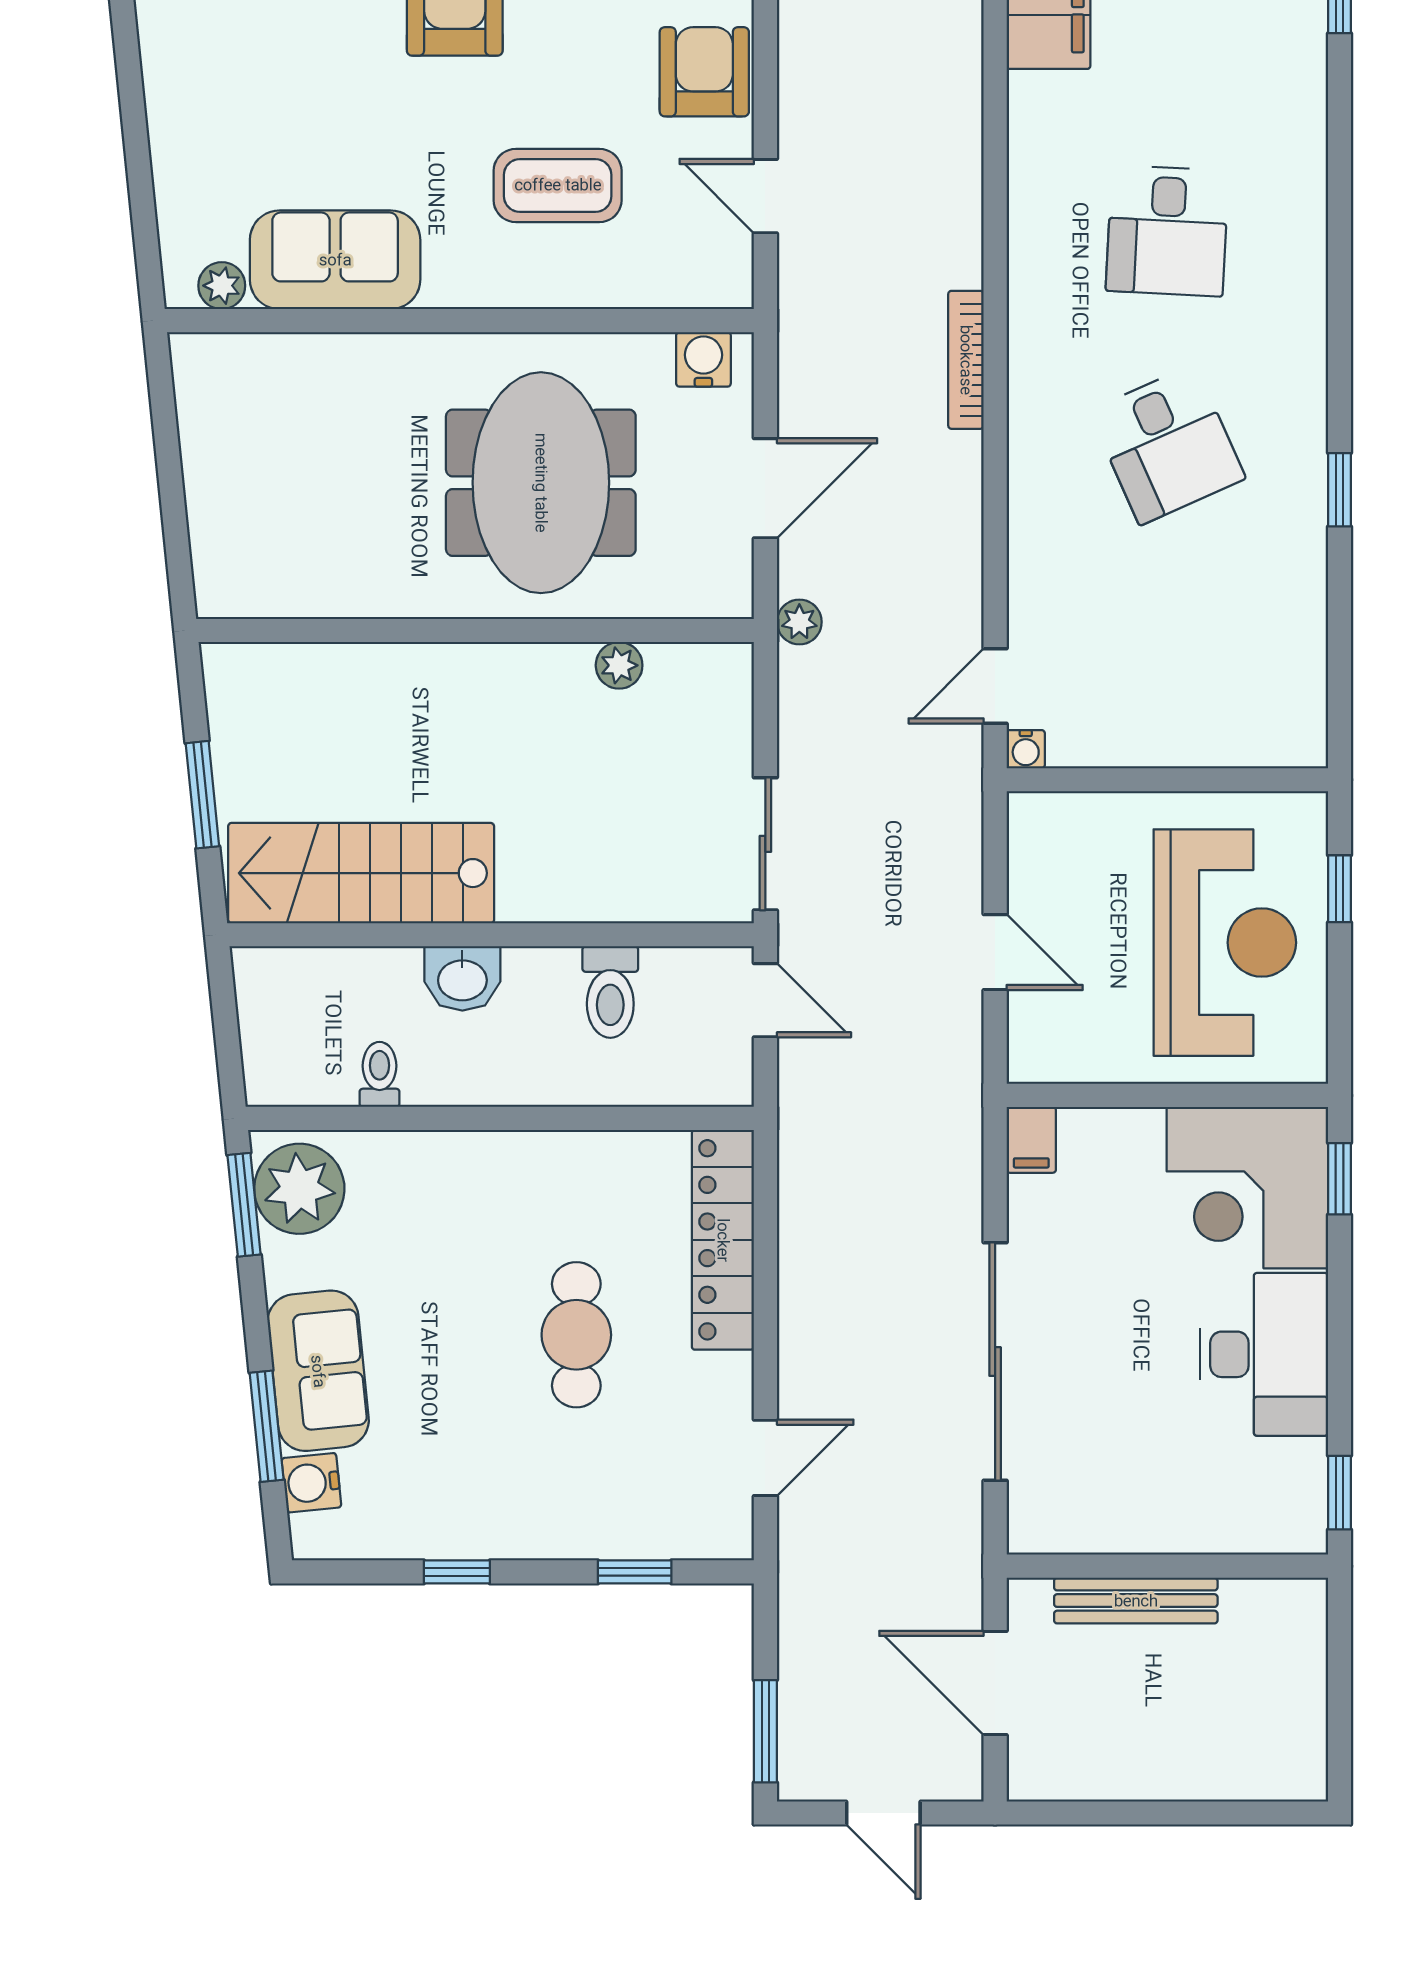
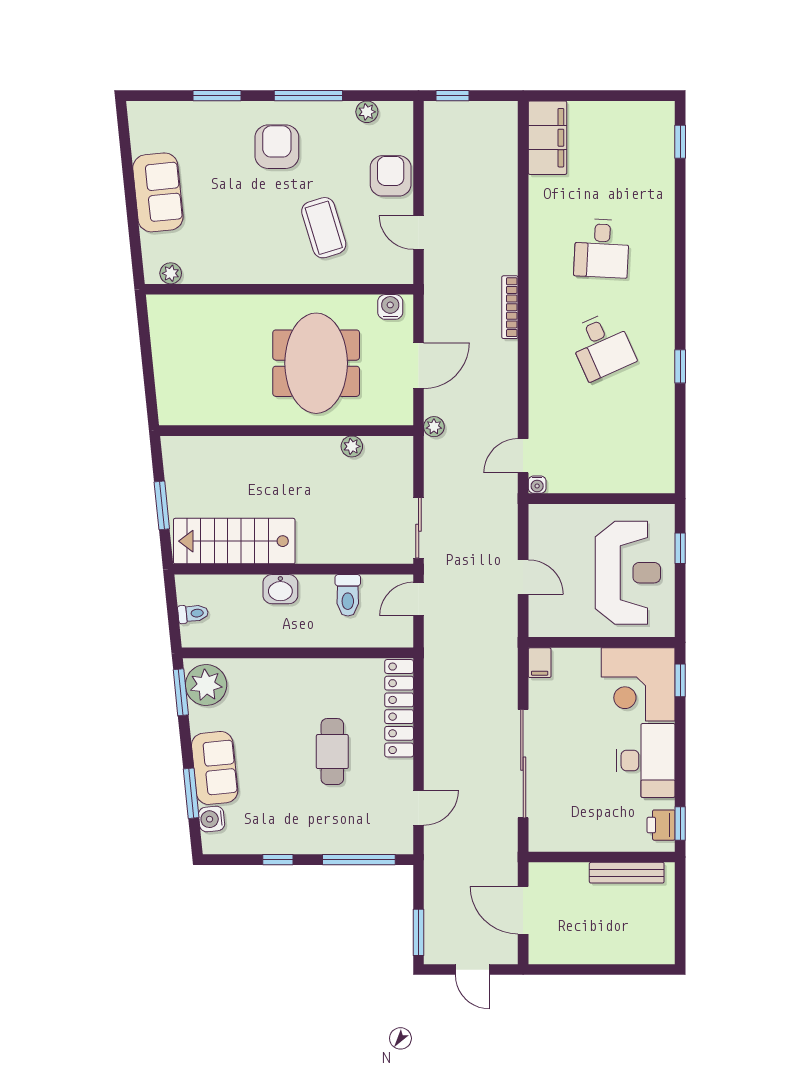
coffee table: (558, 185) -> (324, 228), turned 73
sofa: (335, 260) -> (158, 192), moved, turned 84
door: (765, 1000) -> (419, 599), swing flipped
toilet: (380, 1074) -> (193, 614), moved, turned 84
printer: (1298, 1496) -> (661, 825), added
window: (635, 1572) -> (359, 860), width x2.17
bench: (1136, 1601) -> (627, 873), moved

